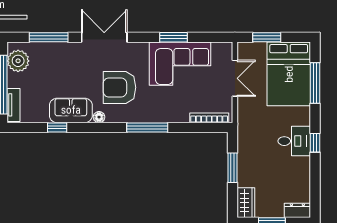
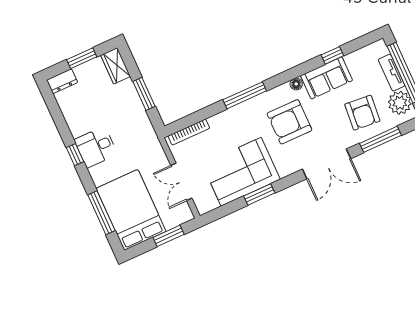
armchair: (54, 67) -> (362, 113), added
armchair: (119, 87) -> (289, 122), turned 180
tv unit: (13, 105) -> (392, 73), moved

